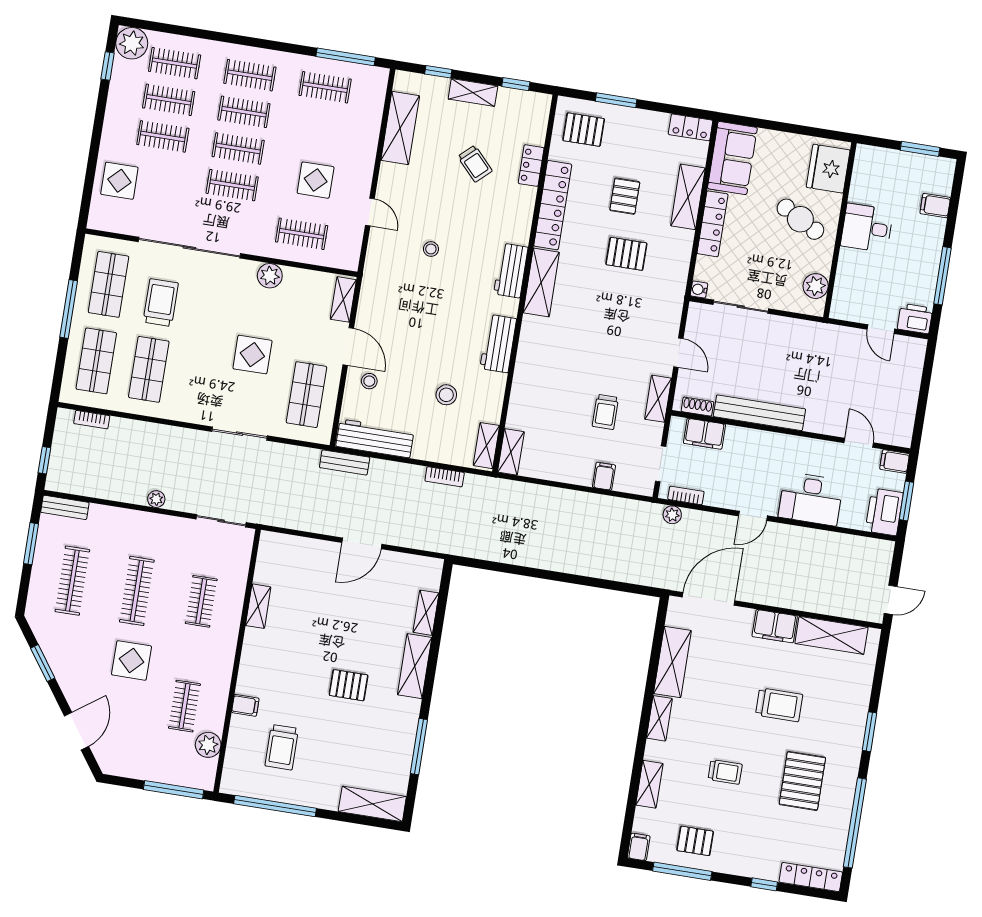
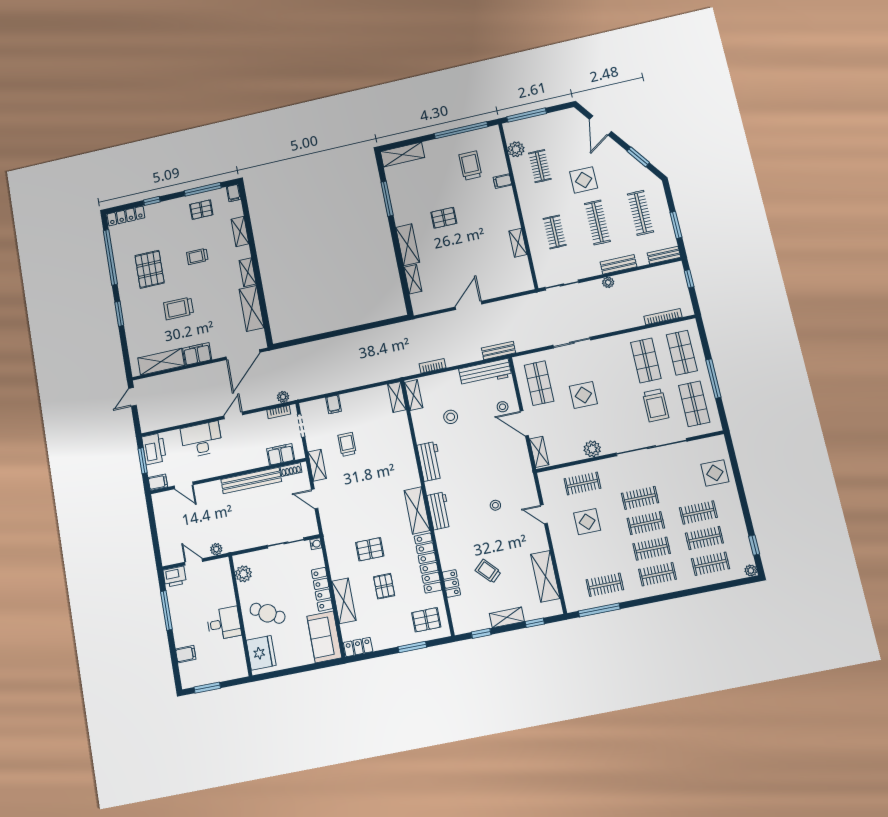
plant: (132, 43) -> (751, 571), width x0.53, depth x0.53
plant: (842, 335) -> (216, 549), added
bookcase: (92, 420) -> (663, 317), width x1.56
bench: (132, 519) -> (618, 264), added

